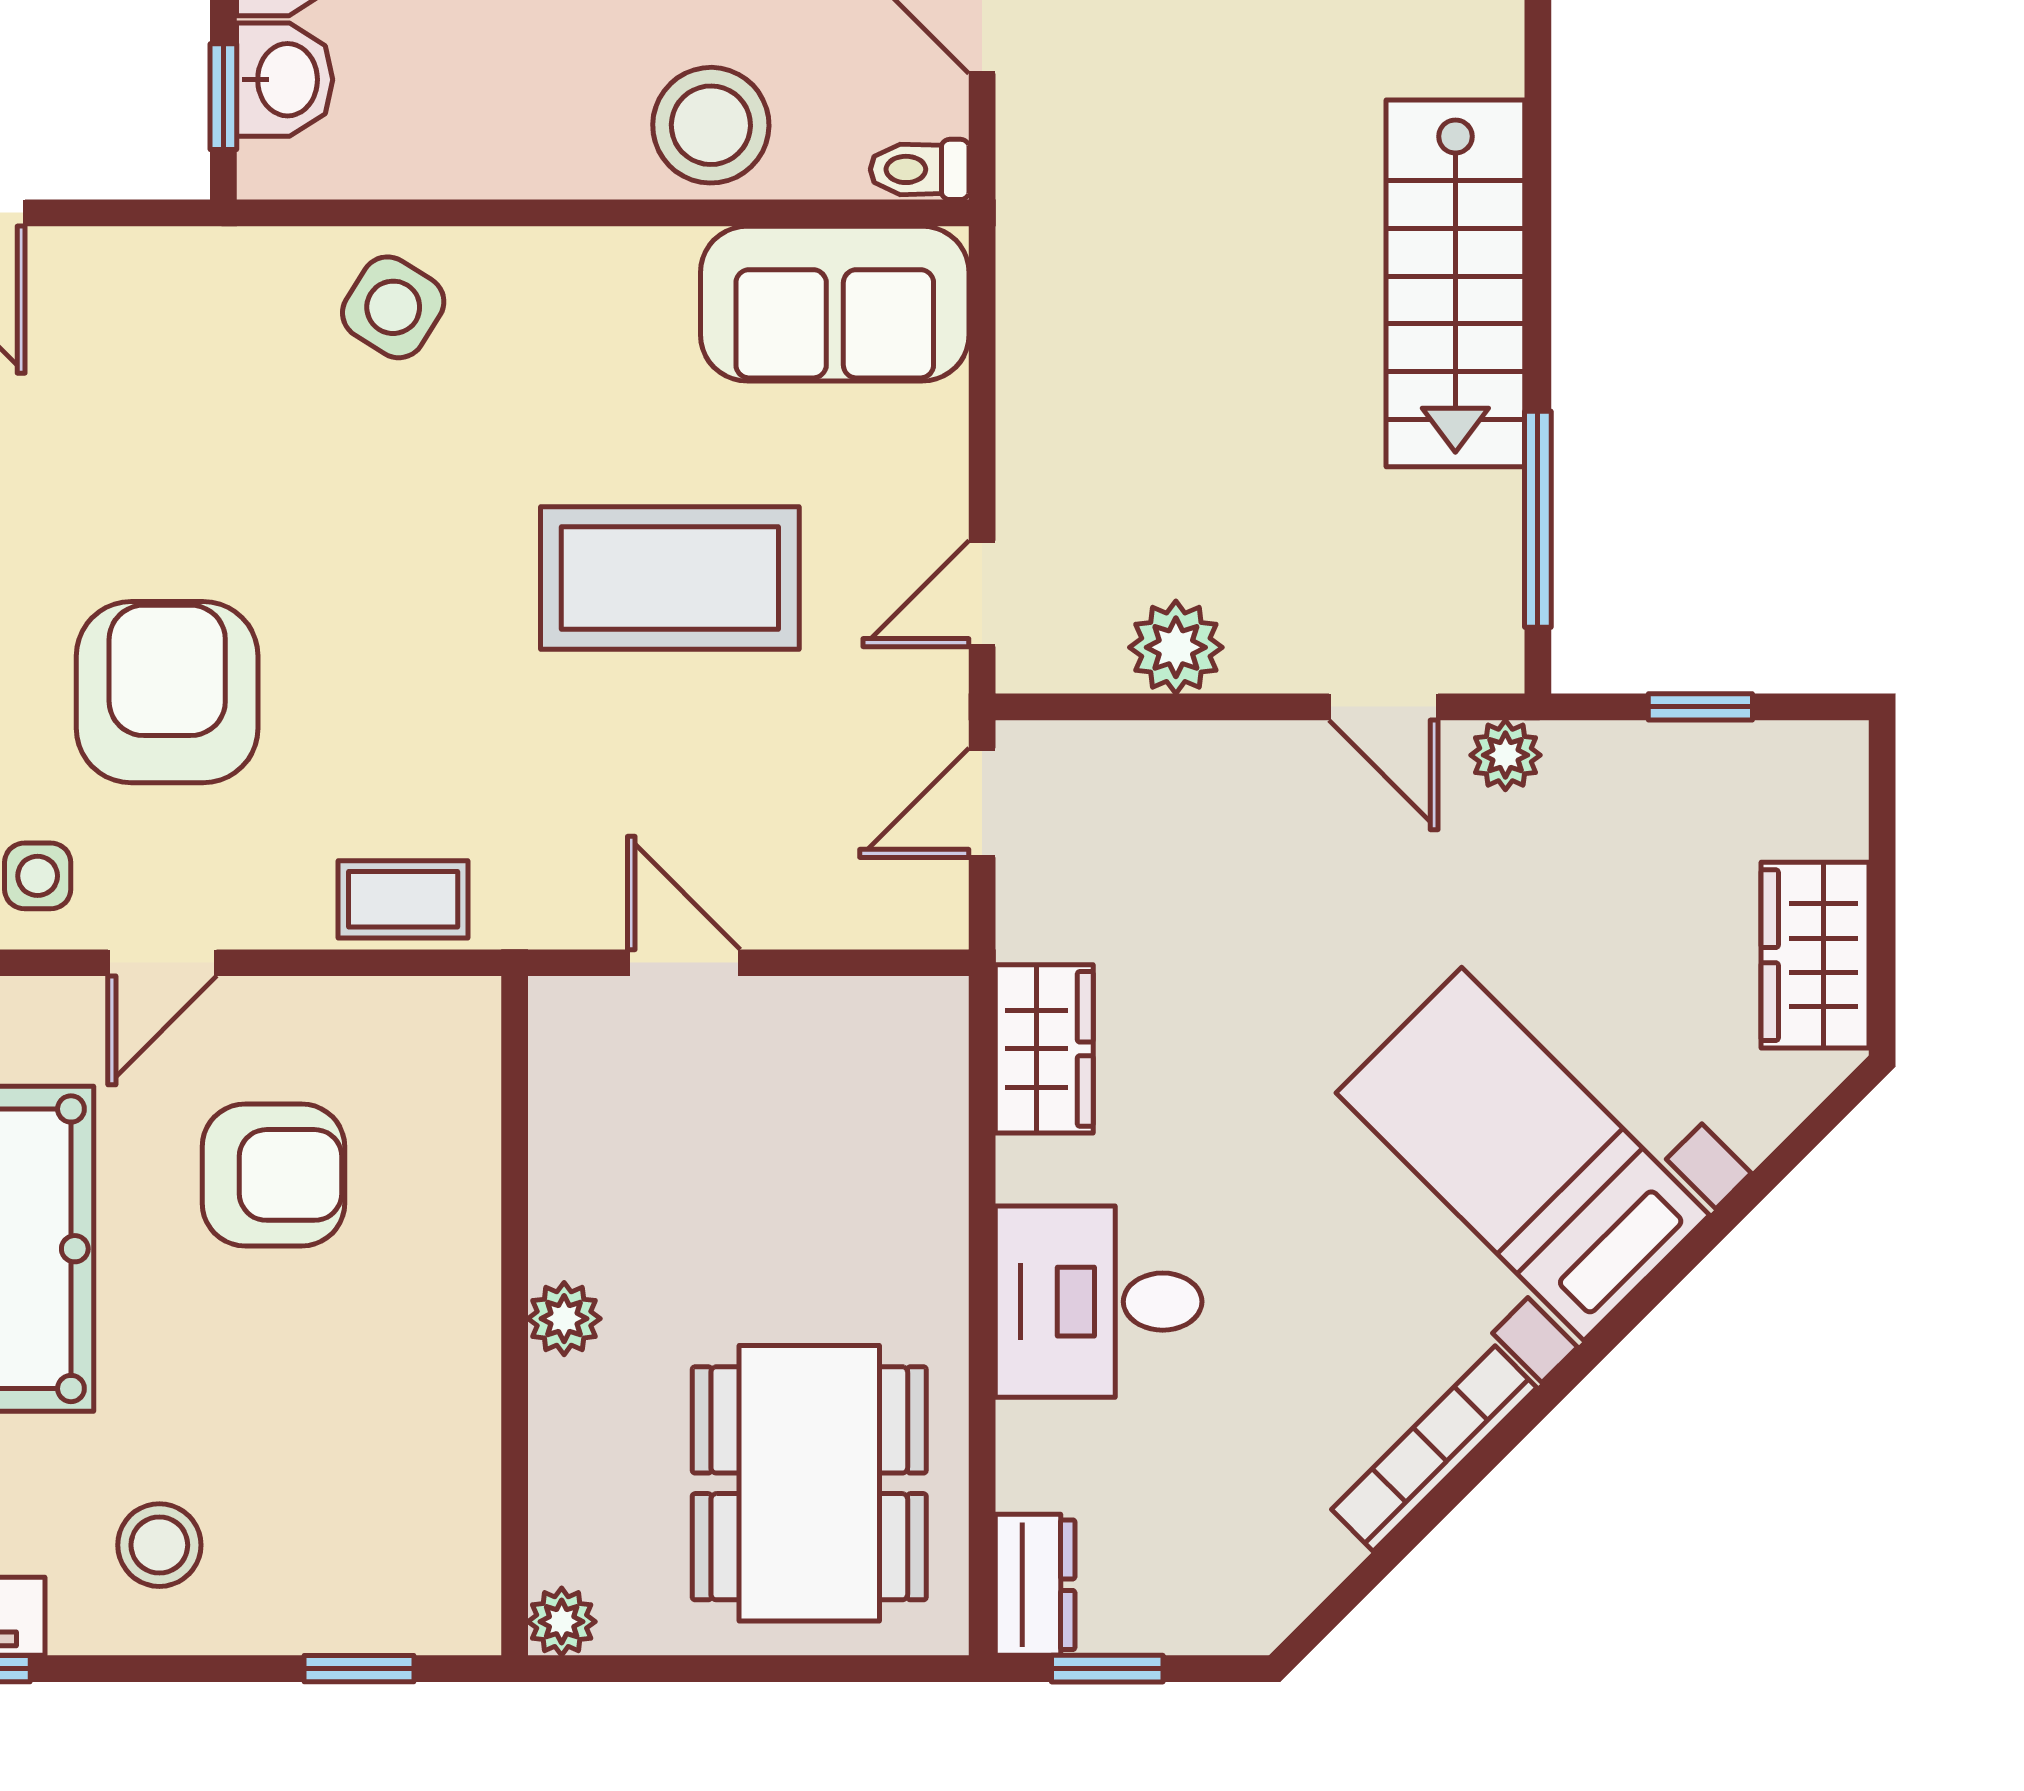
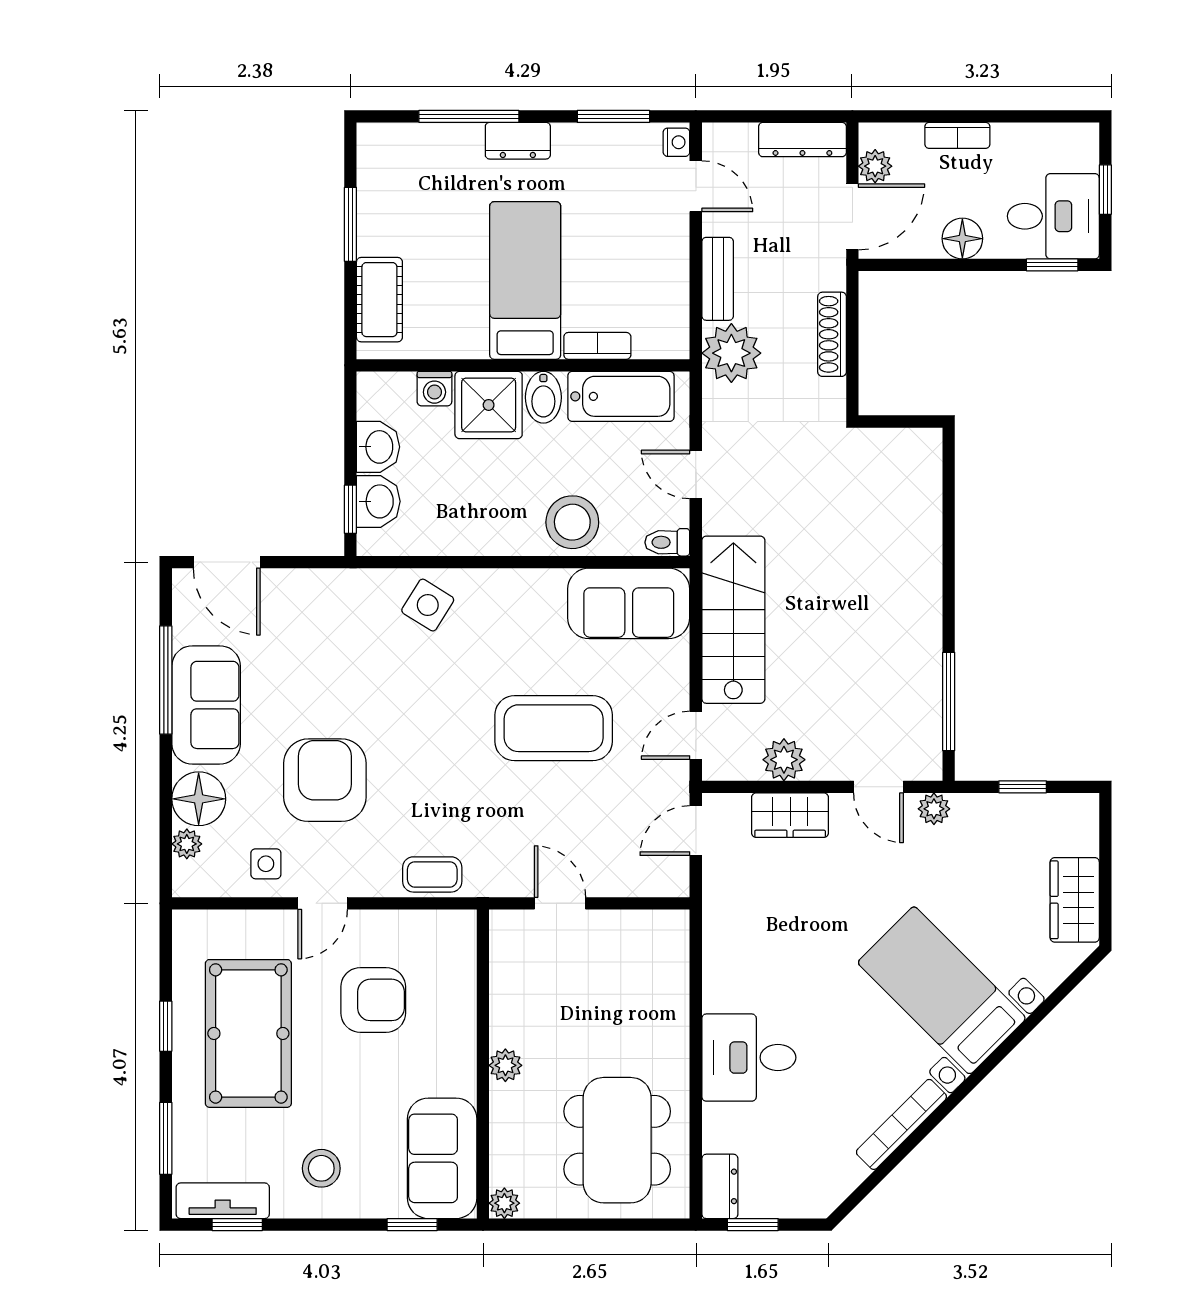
stairs: (1455, 283) -> (733, 620), moved, turned 180
wardrobe: (1044, 1049) -> (790, 815), moved, turned 90
sofa: (425, 1523) -> (442, 1158), added

